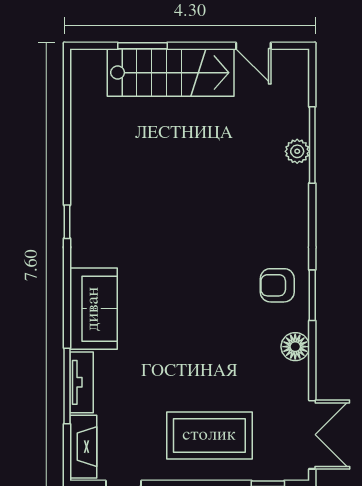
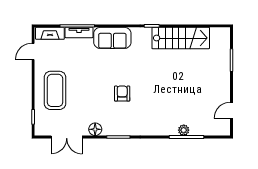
stairs: (171, 73) -> (181, 38), moved, turned -90
armchair: (277, 285) -> (122, 94), moved
double door: (312, 435) -> (67, 137), moved

